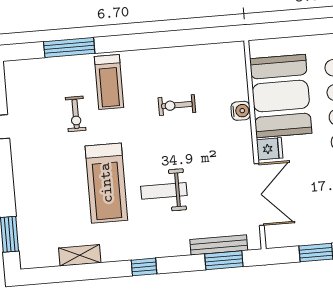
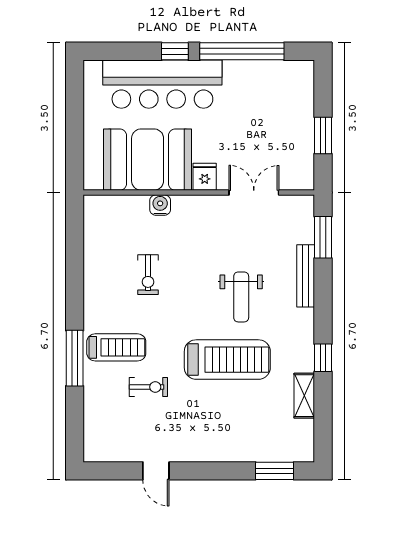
window: (69, 48) -> (75, 358), moved
double door: (259, 194) -> (254, 193), width x0.73
bench: (219, 245) -> (306, 276), moved
window: (144, 267) -> (323, 358), moved

